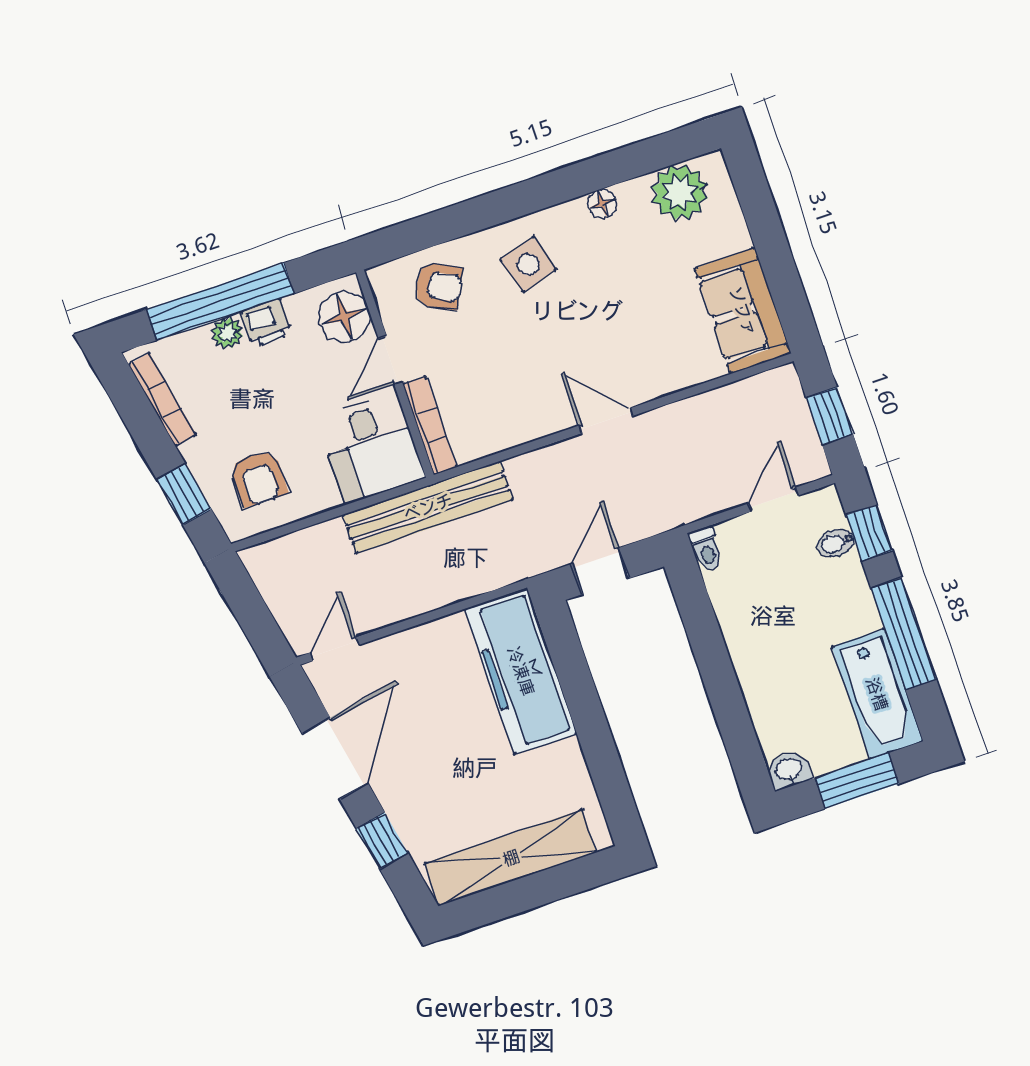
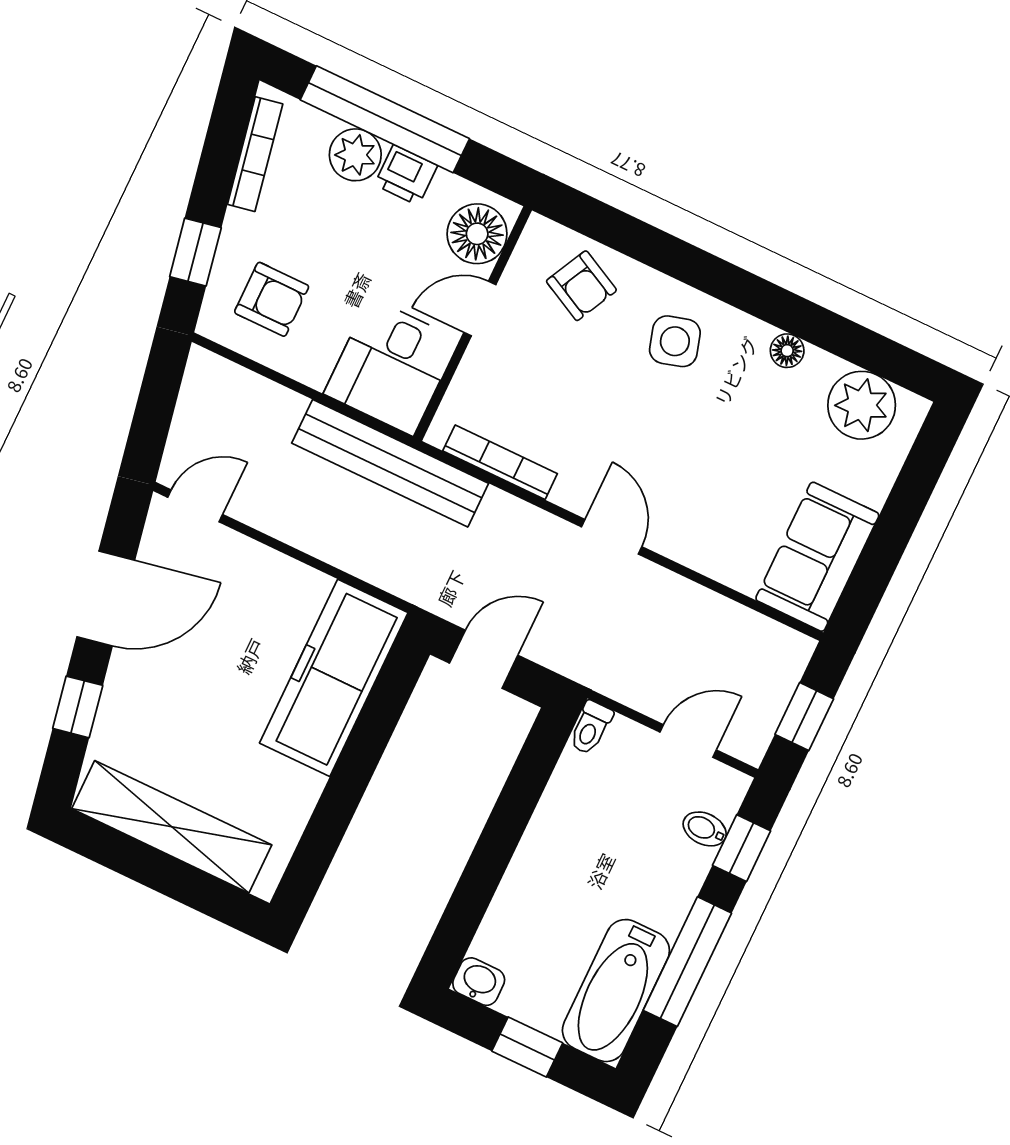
plant: (227, 333) -> (355, 155), width x1.38, depth x1.38
bookcase: (430, 426) -> (500, 462), moved, turned -90
armchair: (258, 478) -> (272, 299), turned -90
window: (857, 781) -> (527, 1047), width x0.67

